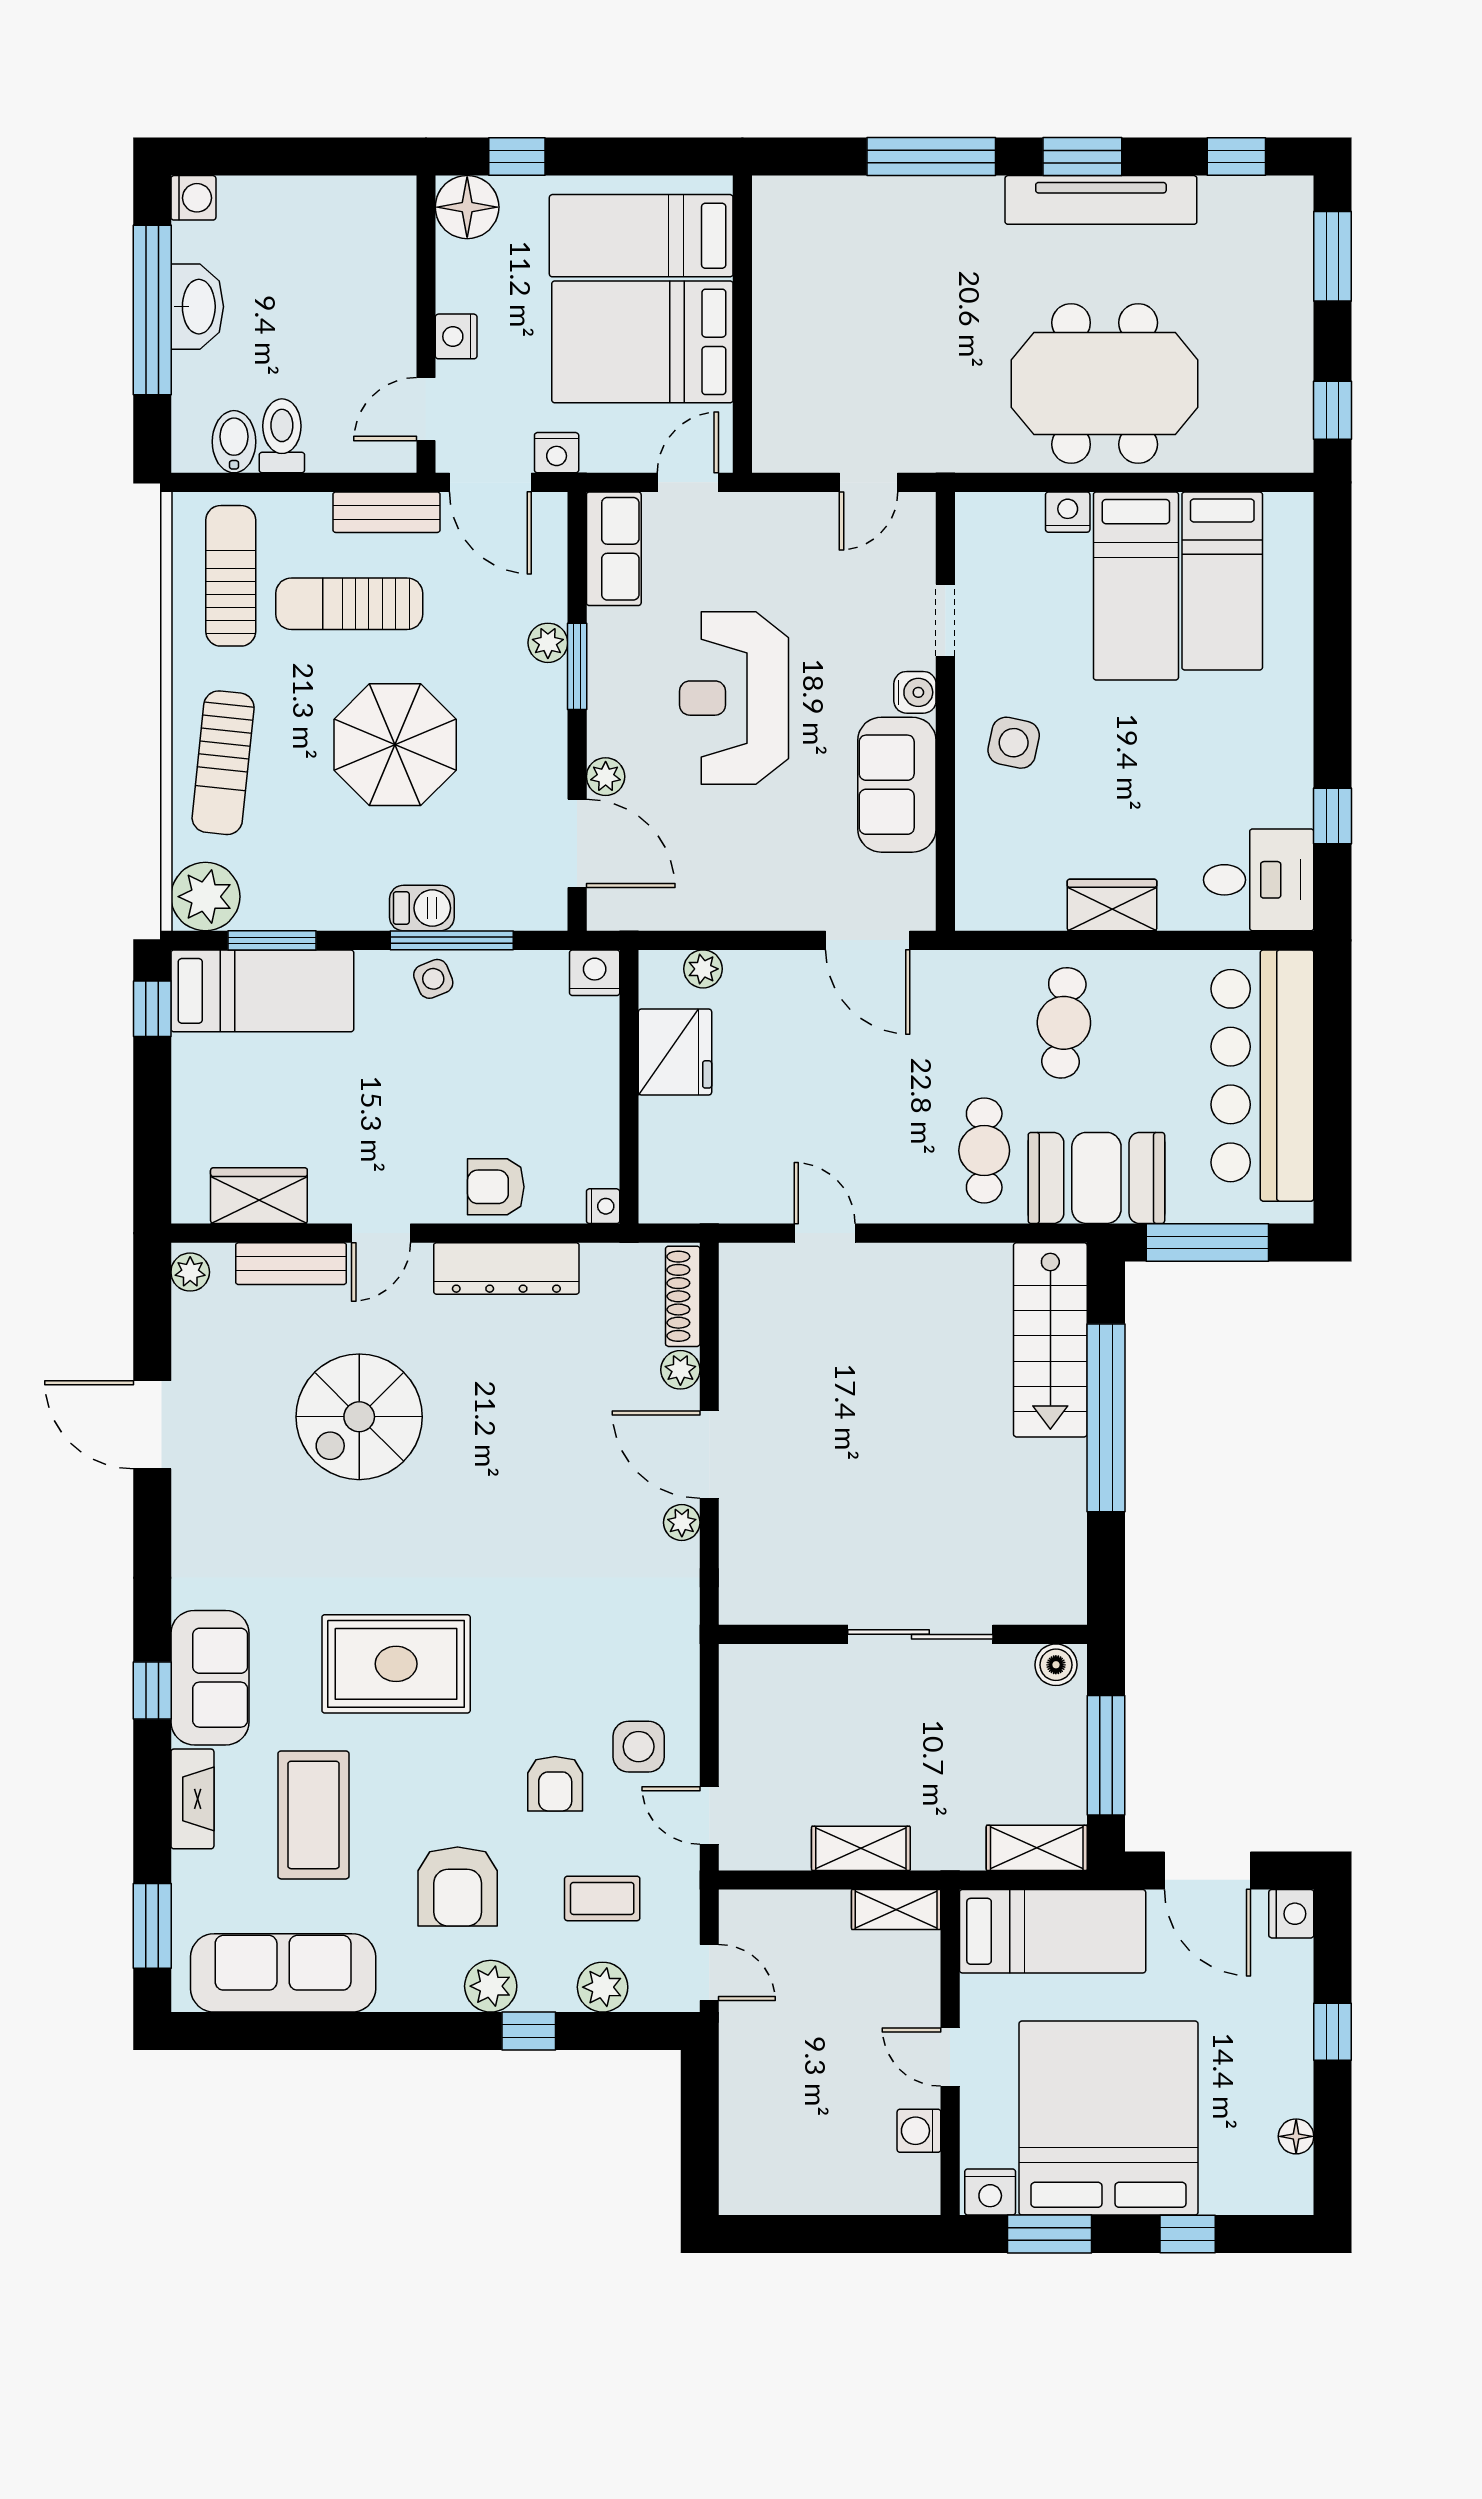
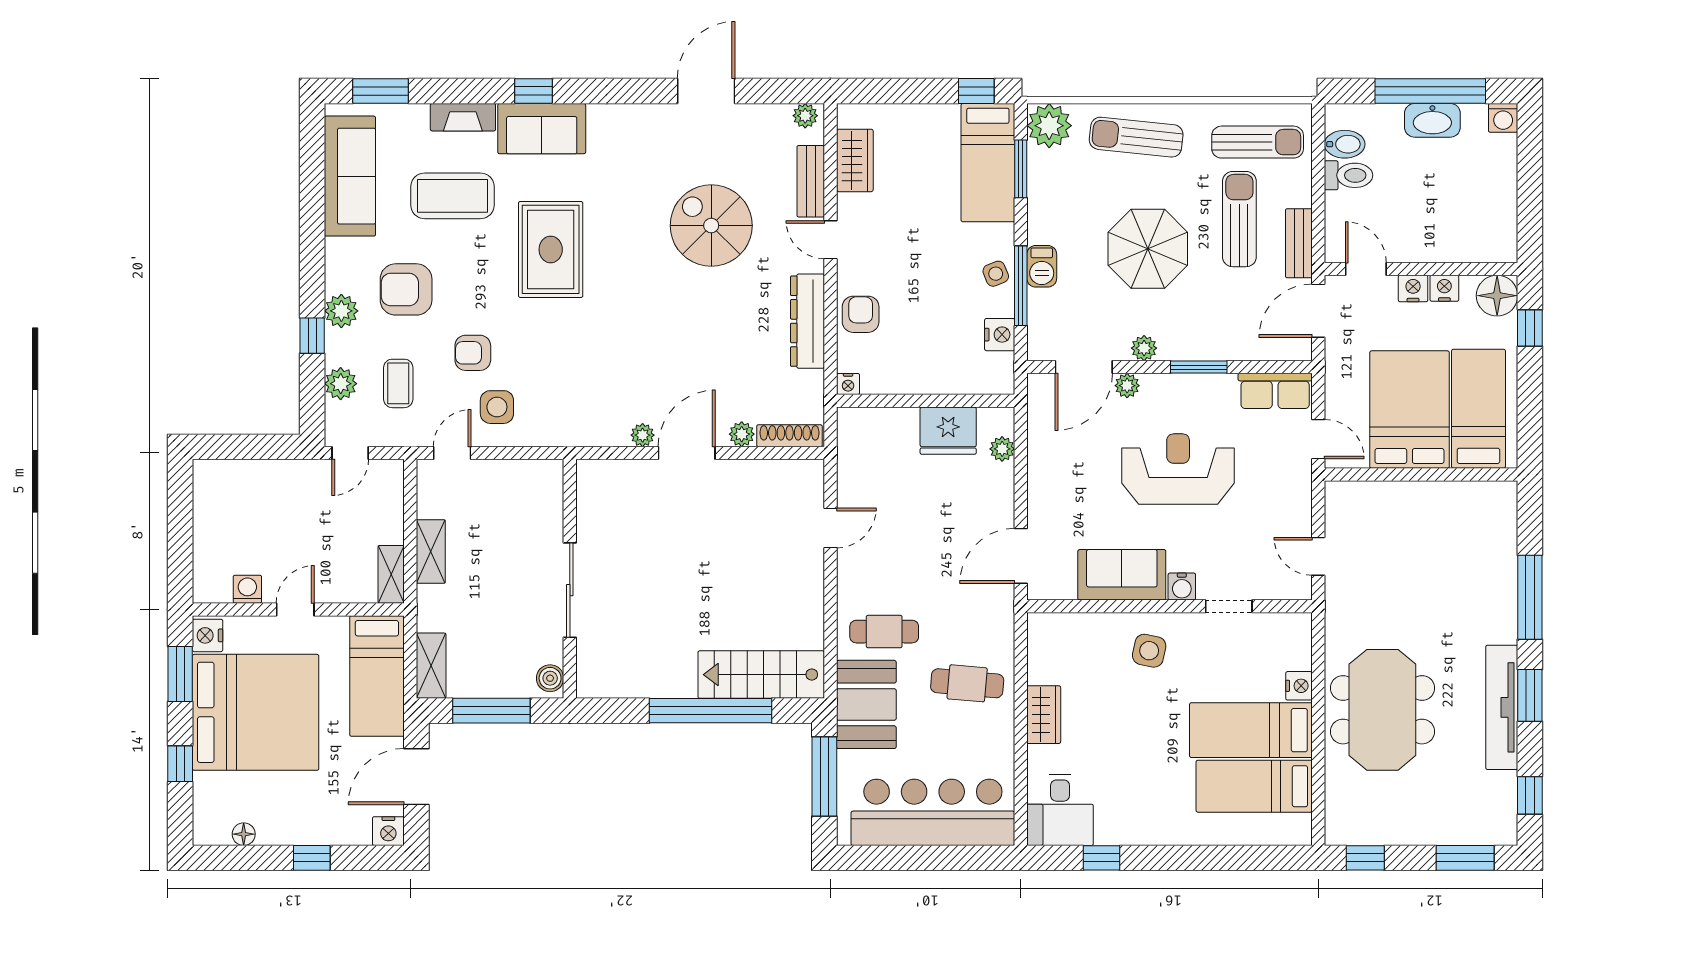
nightstand: (557, 453) -> (1444, 288), moved, turned 90
plant: (548, 643) -> (1144, 348), moved
nightstand: (595, 973) -> (1000, 335), moved

